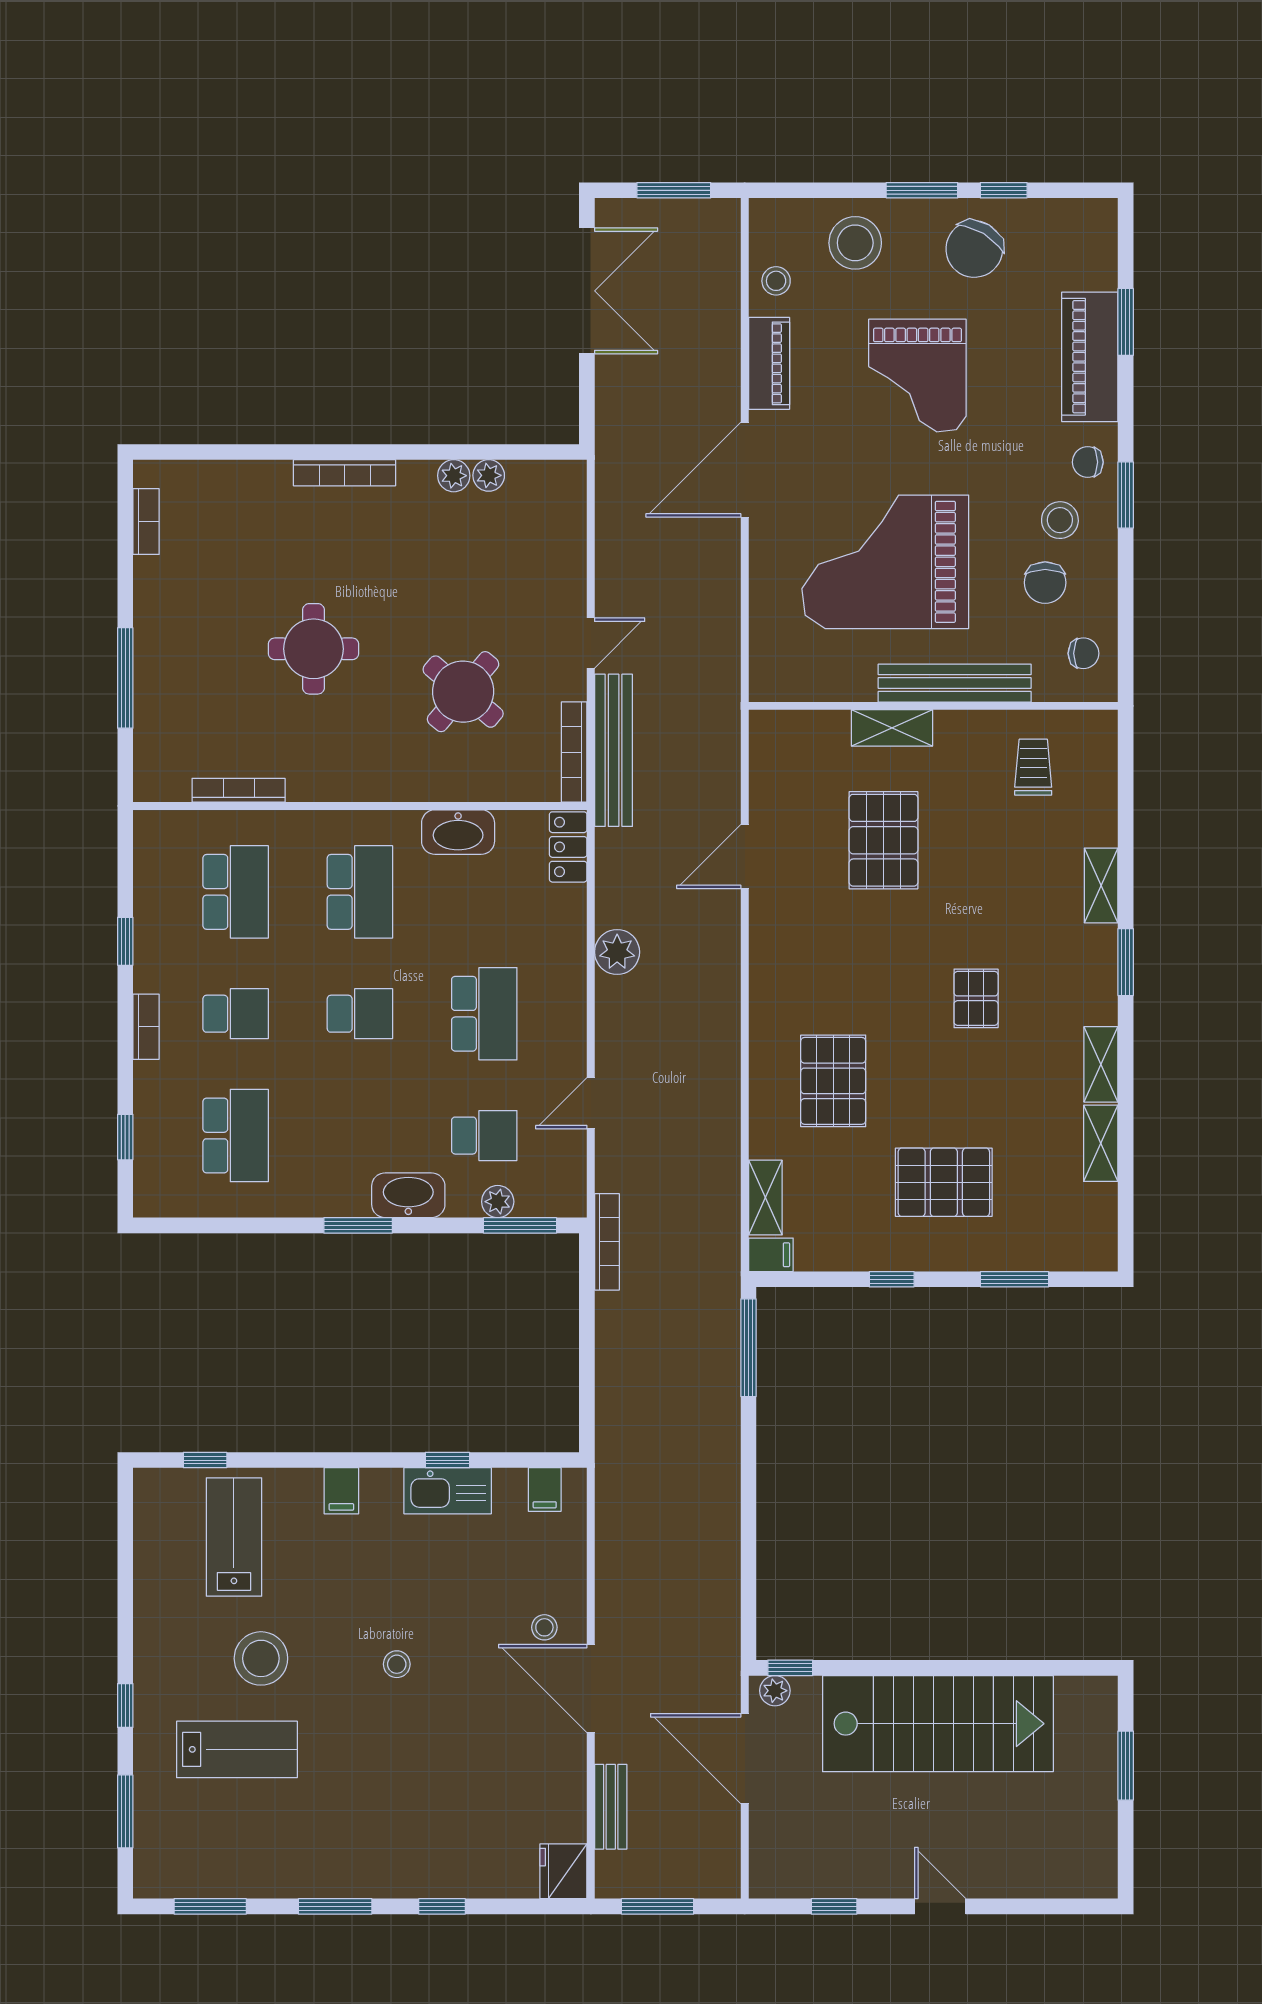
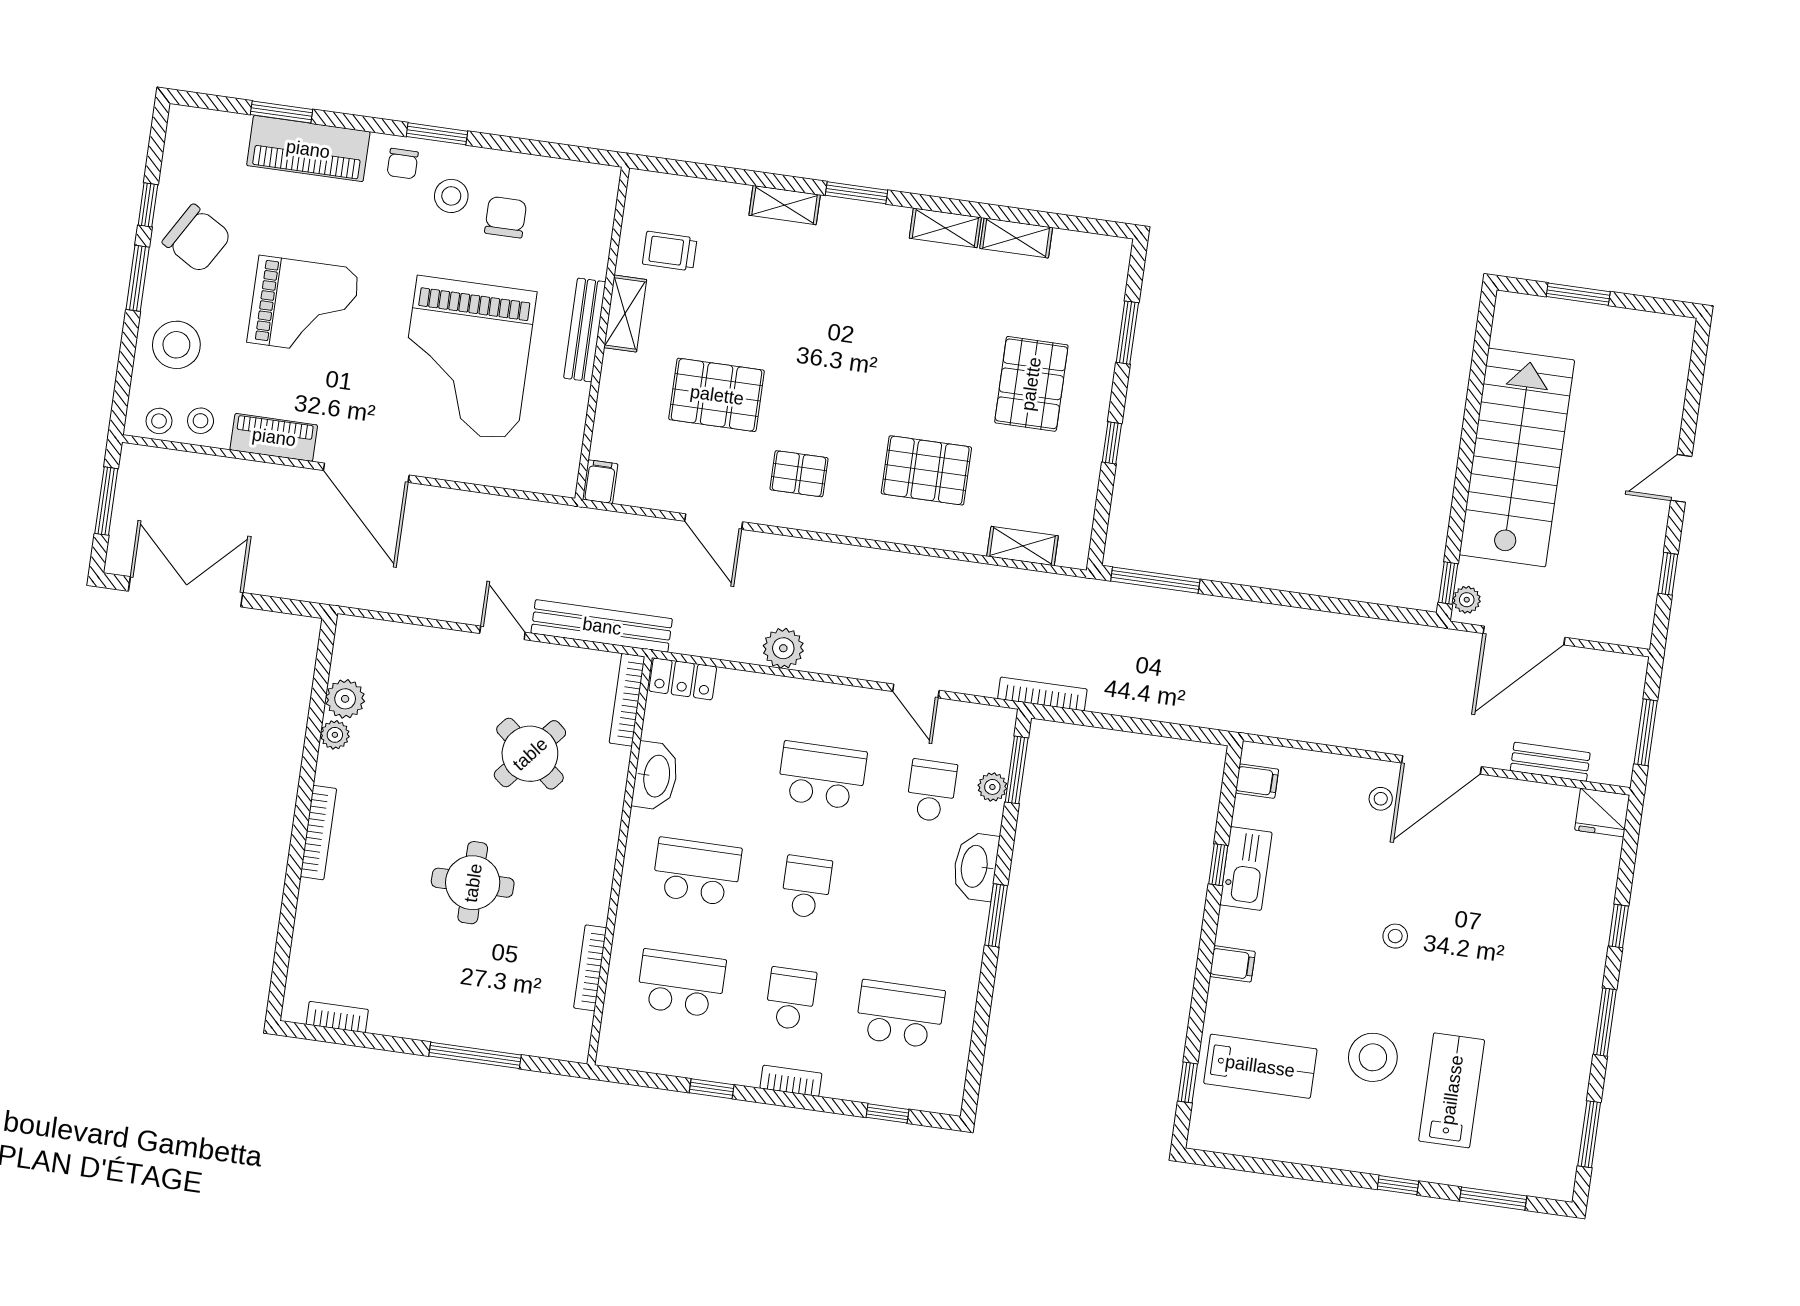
stool: (769, 236) -> (159, 421), added
plant: (489, 475) -> (345, 699), width x1.38, depth x1.38
chair: (1045, 583) -> (506, 217), turned -90
chair: (1083, 653) -> (574, 192), removed
bench: (955, 683) -> (585, 330), width x0.73, depth x0.82
shelving: (892, 728) -> (625, 314), moved
bookcase: (574, 752) -> (627, 700), moved, turned 90
pallet: (976, 998) -> (799, 474), moved
filing cabinet: (771, 1255) -> (600, 482), moved
lab bench: (234, 1537) -> (1260, 1066), turned 180

